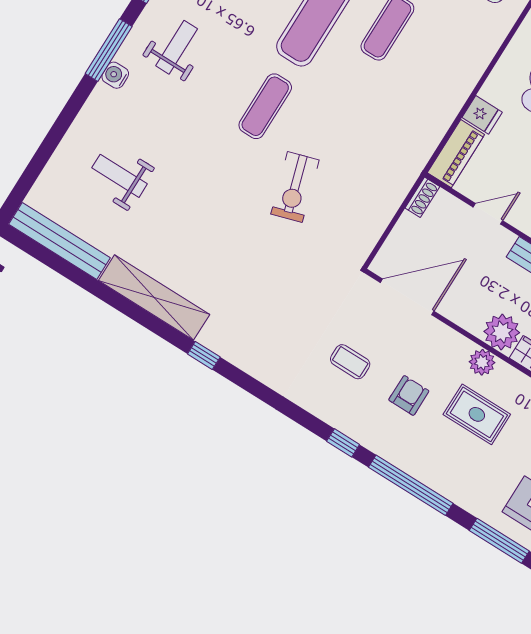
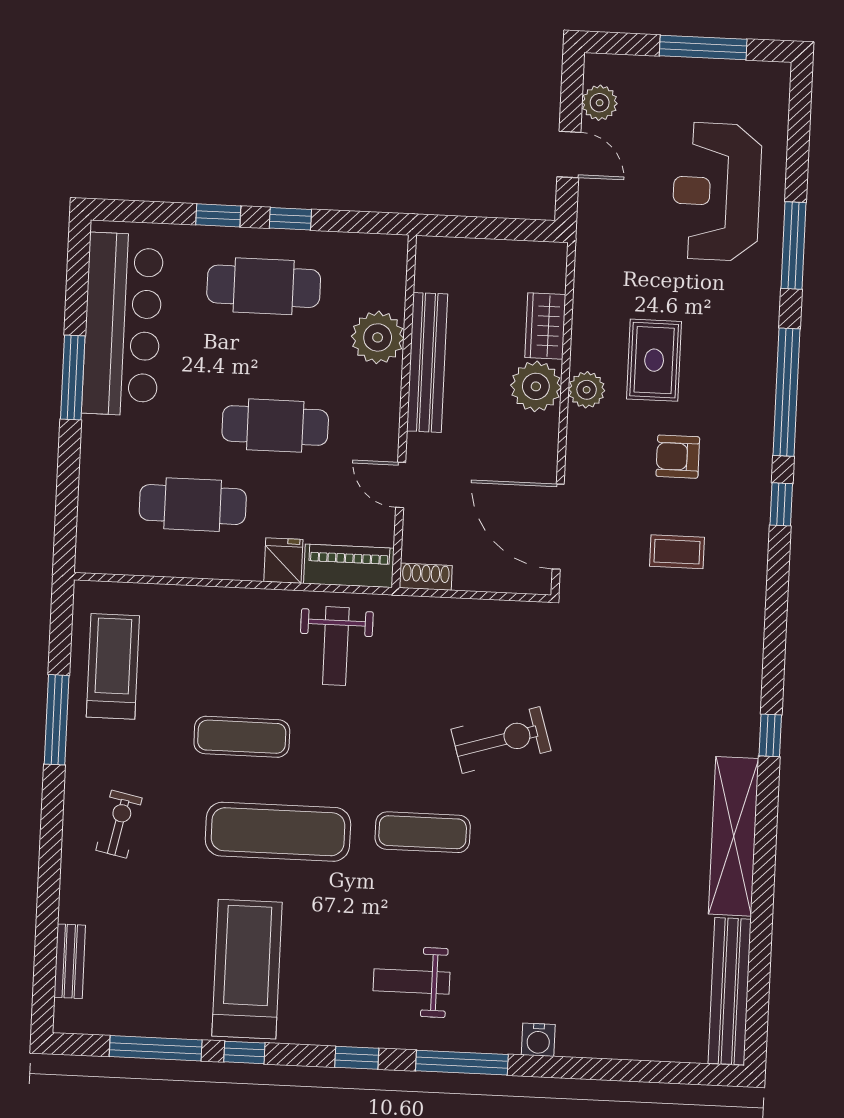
water cooler: (115, 75) -> (538, 1040), moved
weight bench: (120, 176) -> (336, 646), moved
coffee table: (350, 362) -> (677, 552), turned 90

